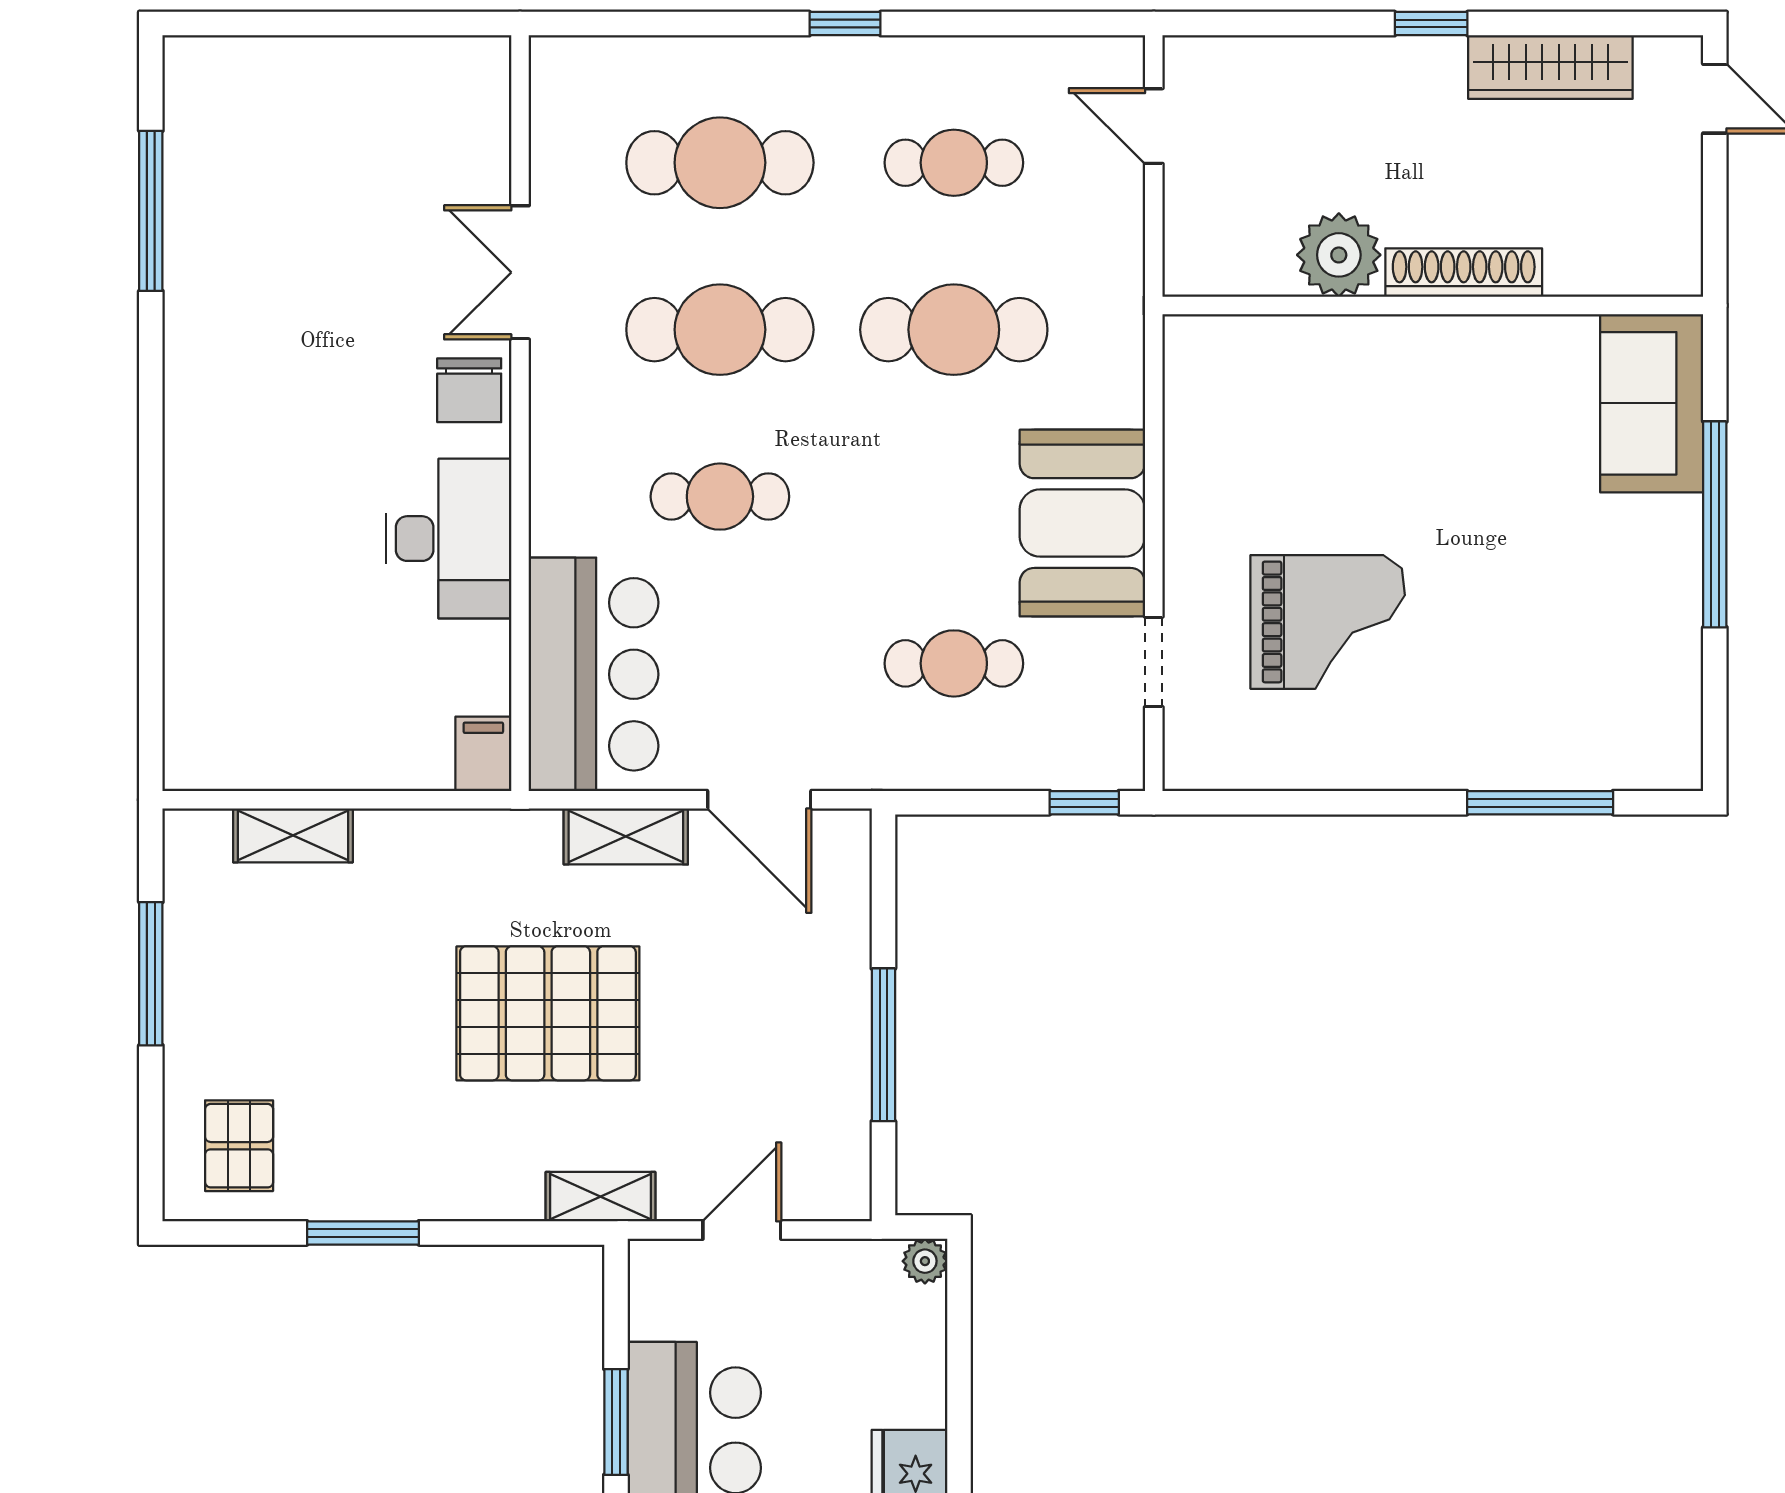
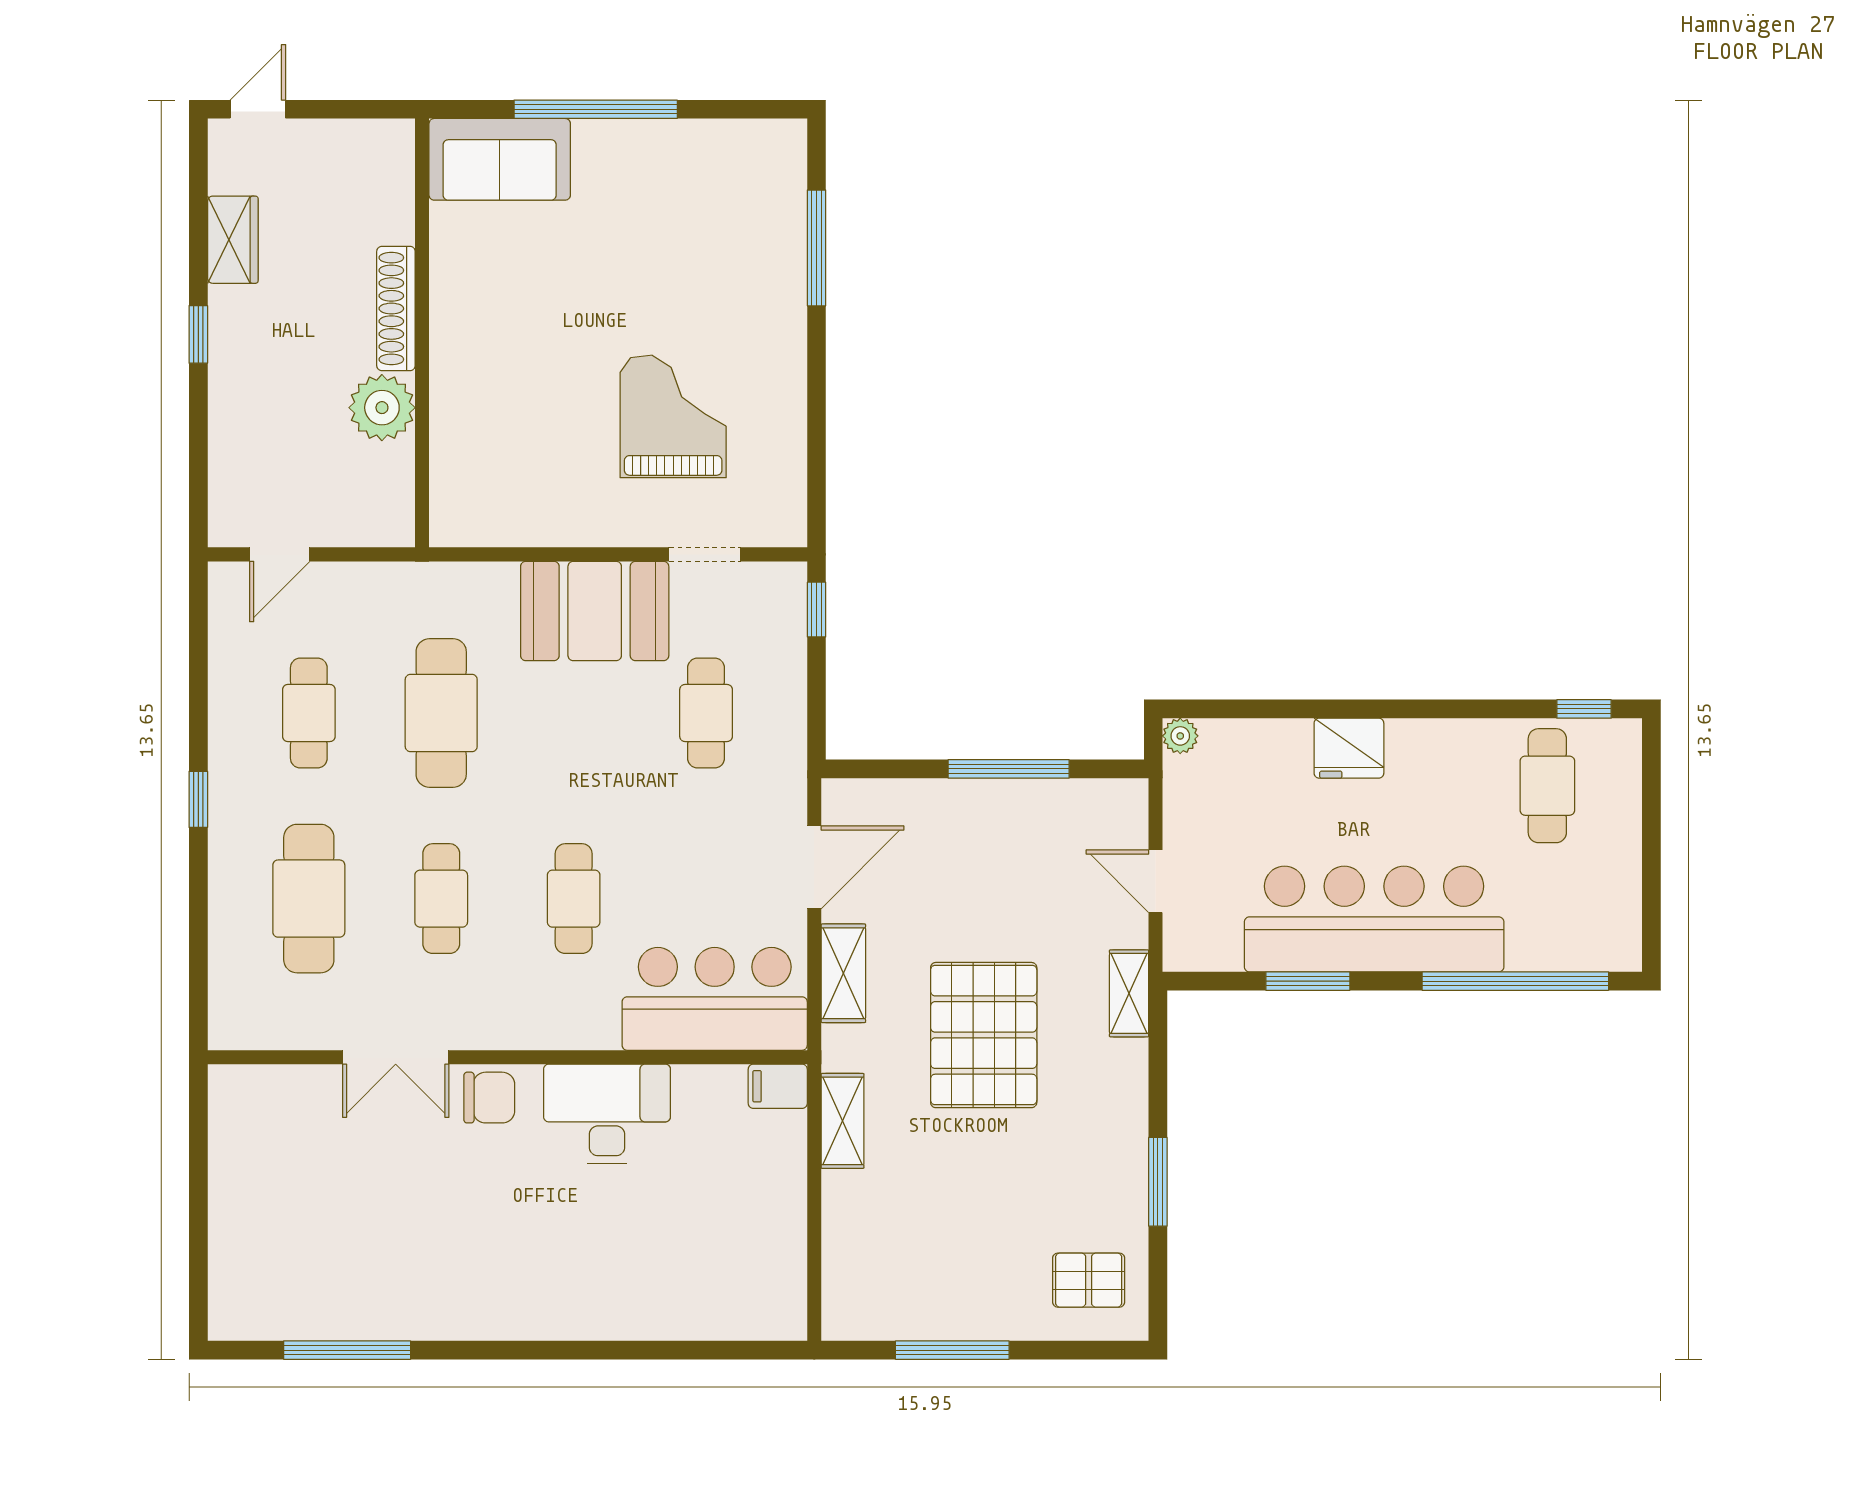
wardrobe: (1550, 67) -> (233, 240), width x0.67
cafe table: (720, 330) -> (441, 899), width x0.73, depth x0.74
shelving: (293, 835) -> (842, 1121), moved

